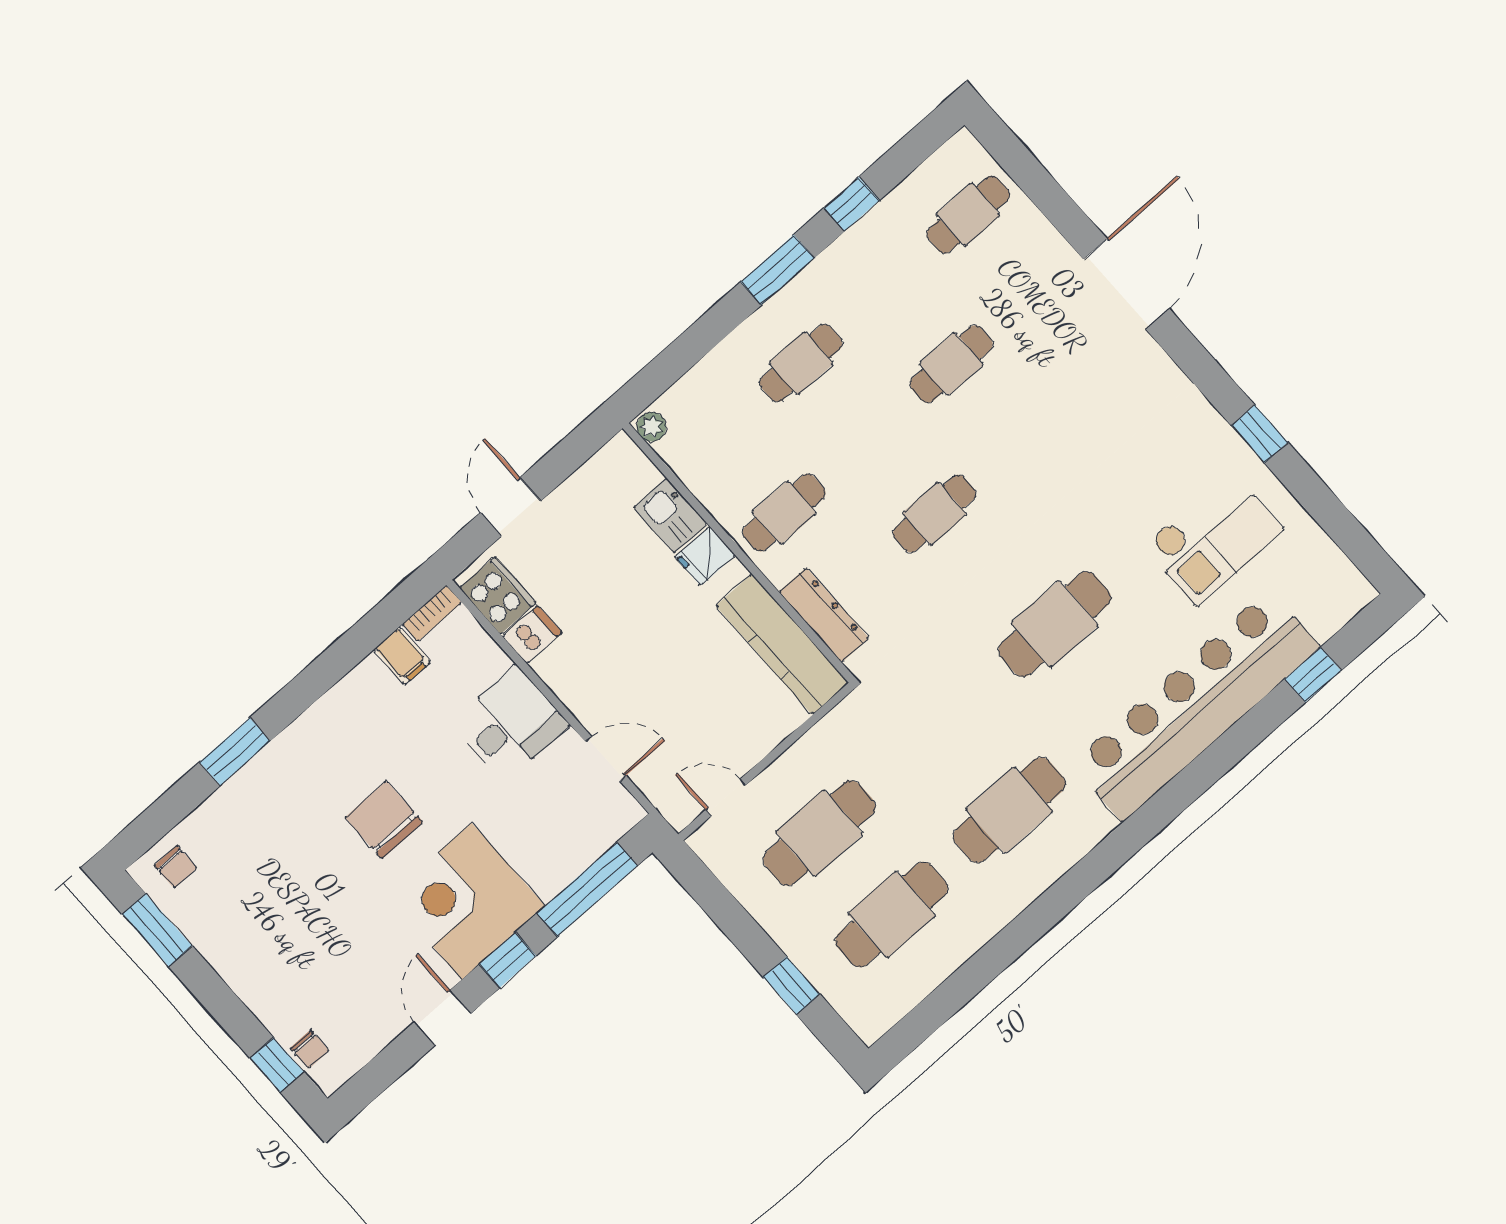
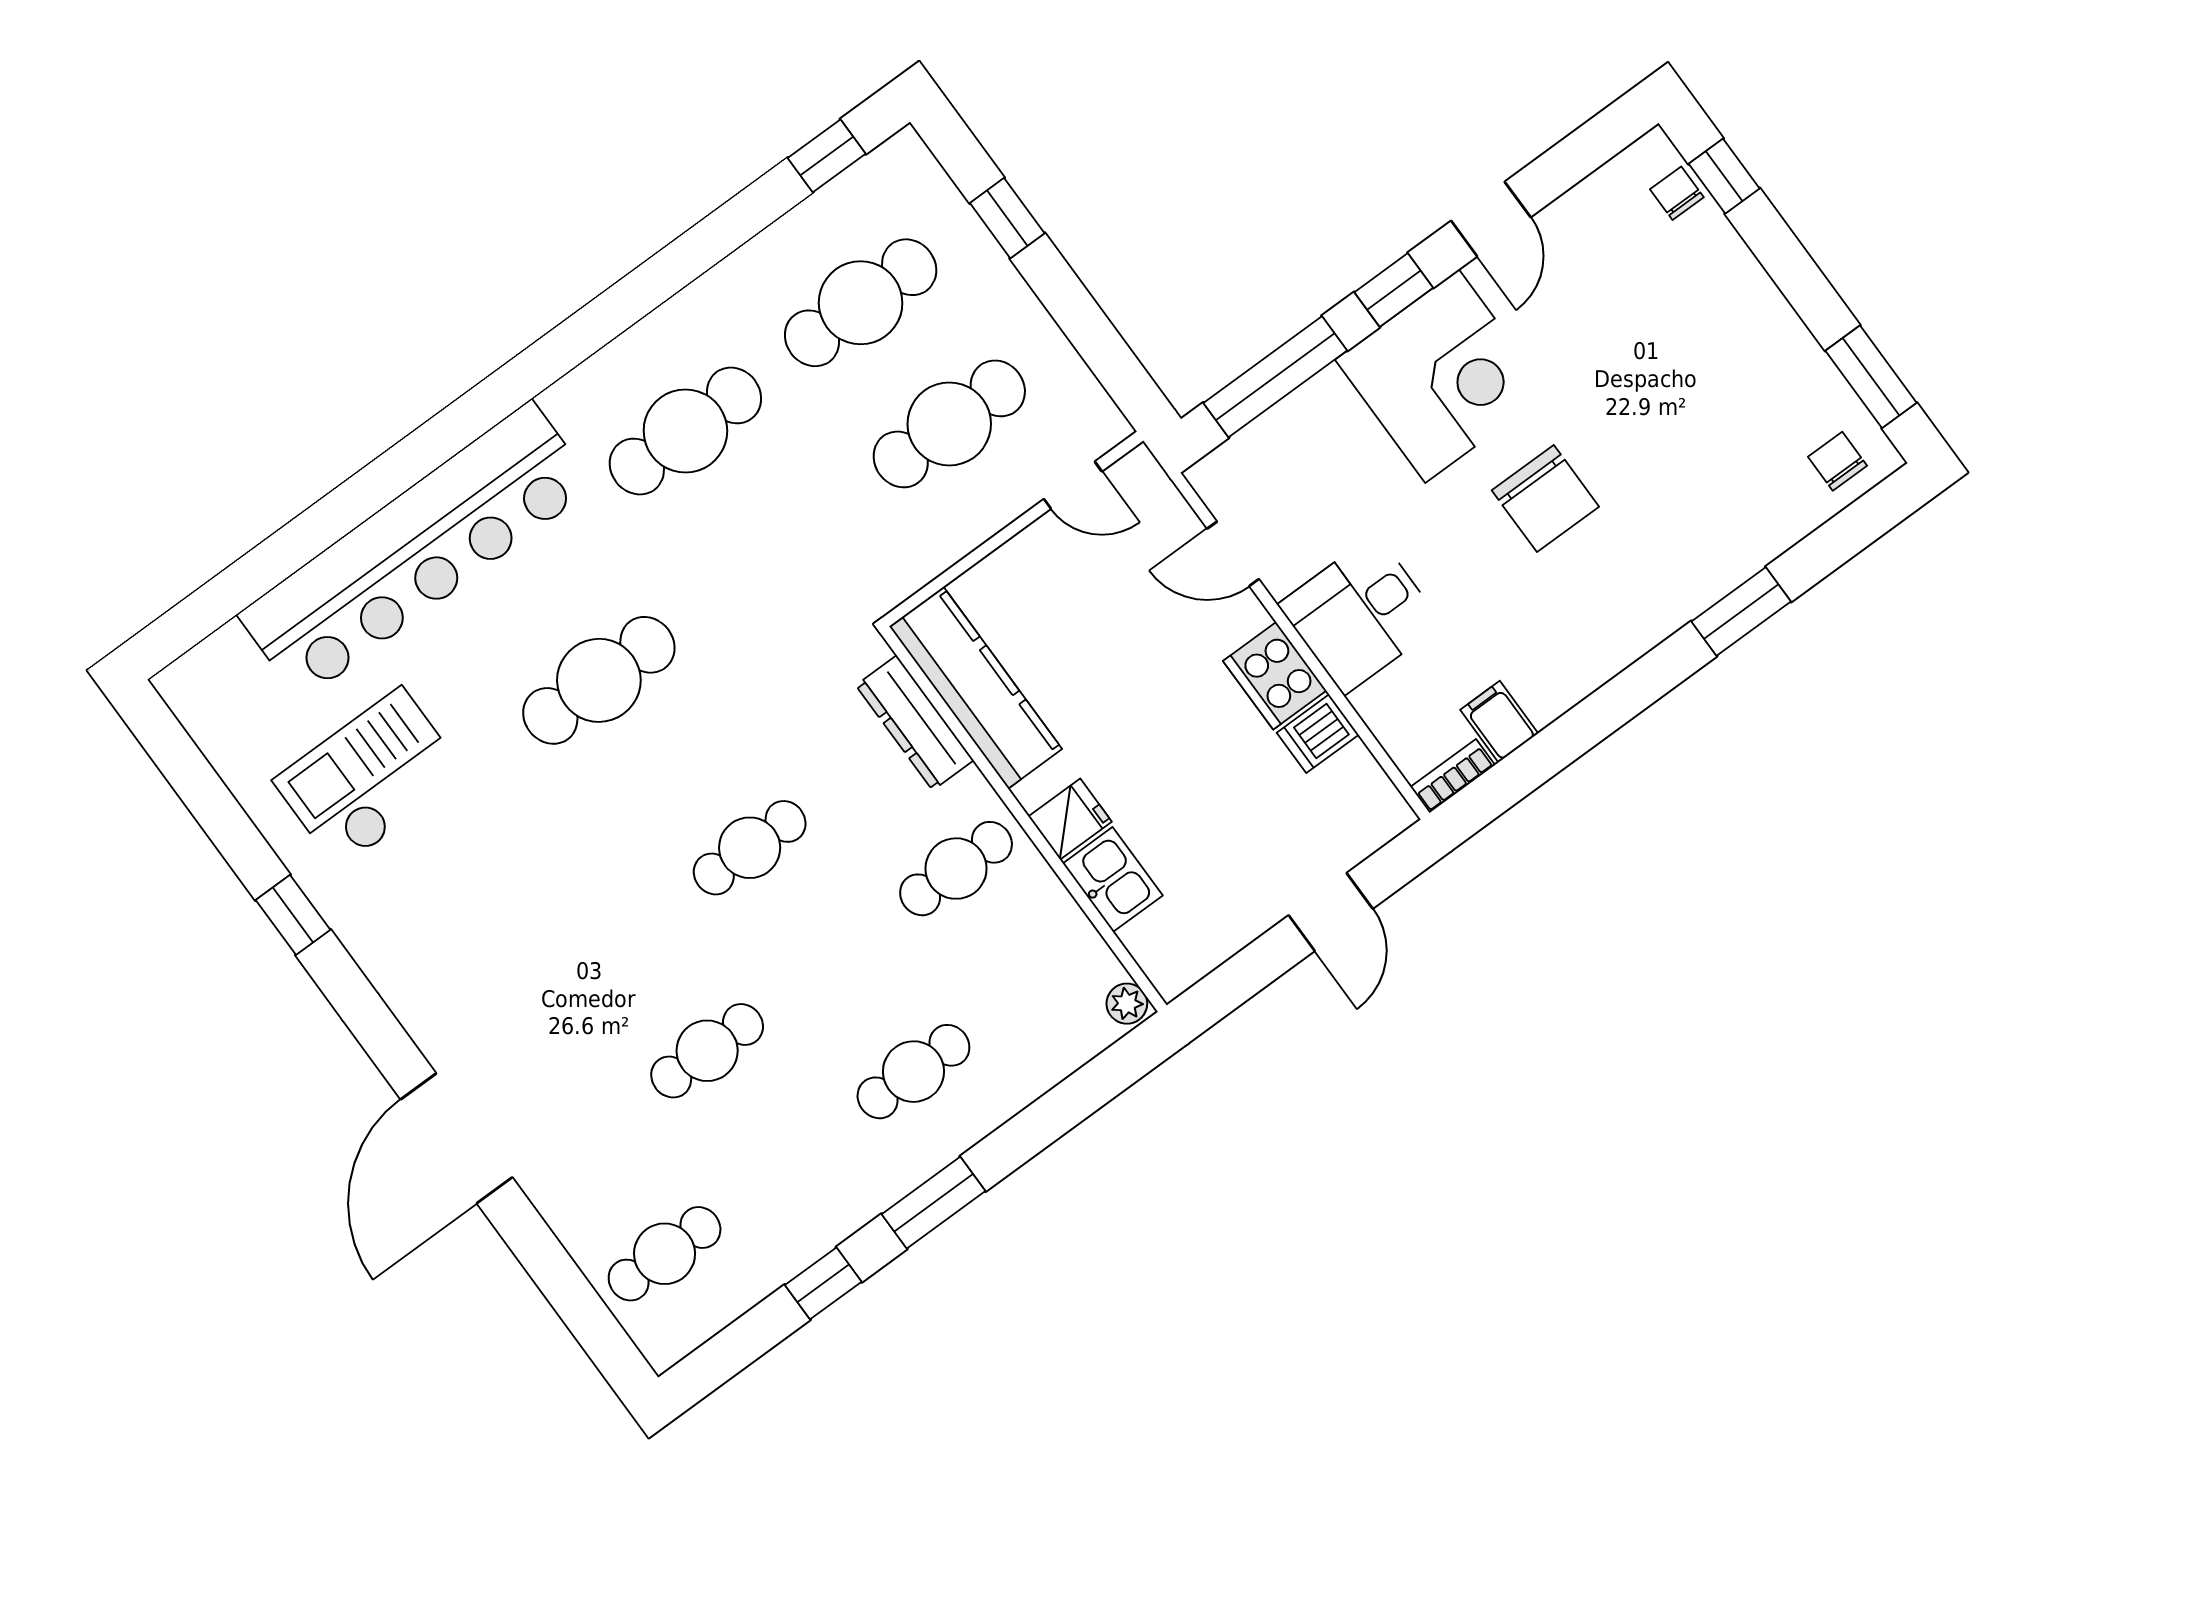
cooker: (498, 595) -> (1275, 676), moved
window: (1313, 675) -> (827, 156), moved

